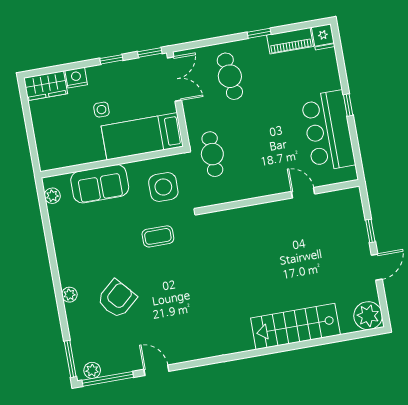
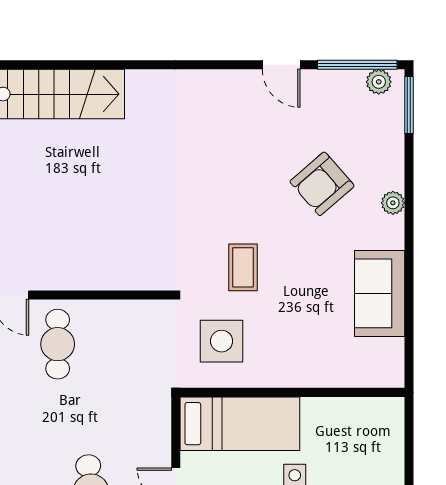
cafe table: (212, 154) -> (58, 344), moved
sofa: (100, 184) -> (380, 293), moved, turned -90
plant: (52, 196) -> (392, 358), removed
coffee table: (158, 236) -> (243, 267), turned 90

